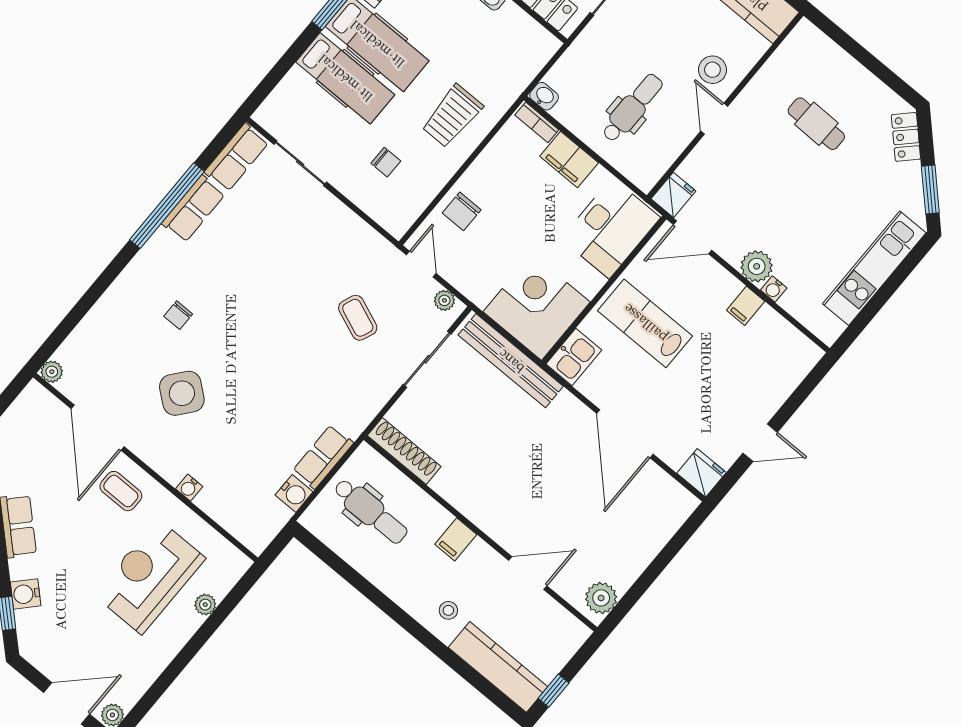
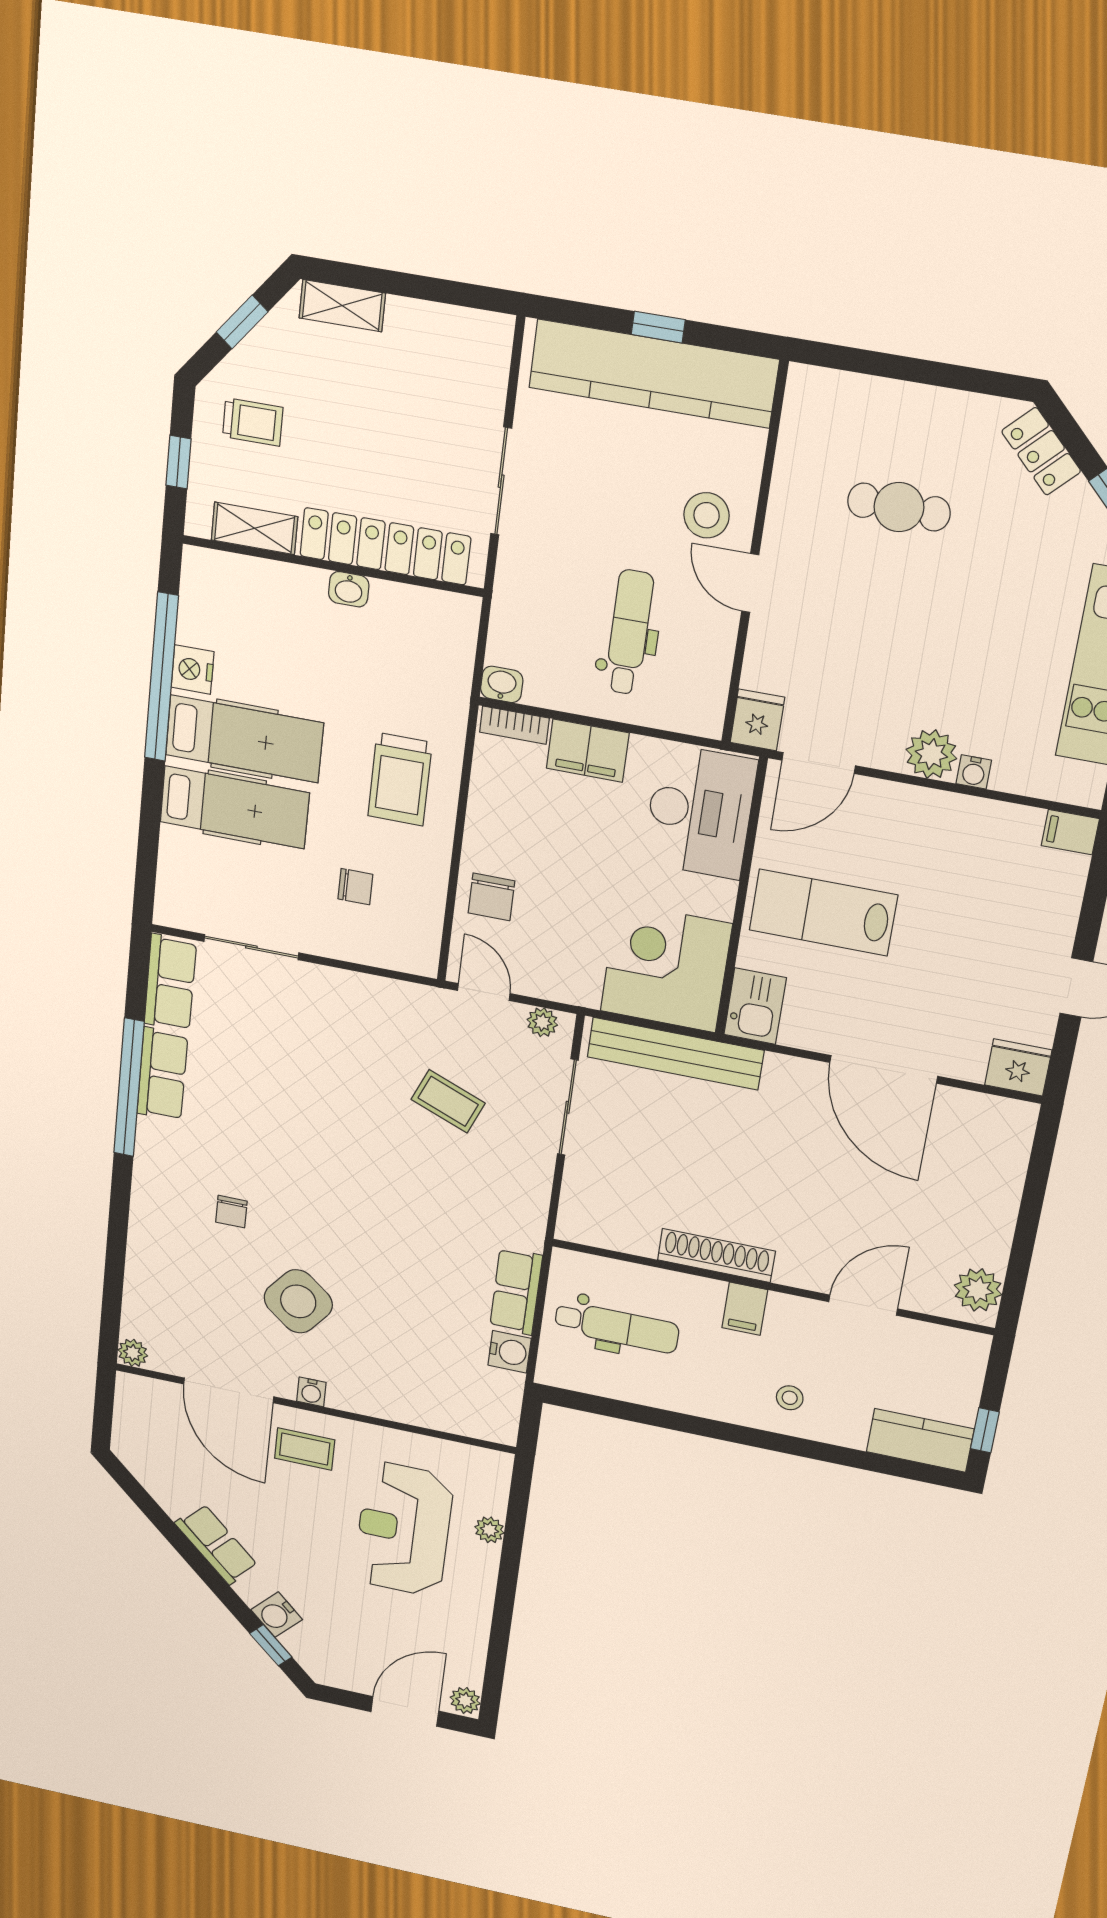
filing cabinet: (746, 306) -> (1070, 832), moved, turned 90
shoe rack: (404, 451) -> (716, 1255), moved
water cooler: (189, 488) -> (311, 1392), moved
kitchen counter: (498, 667) -> (920, 1440), width x0.67

